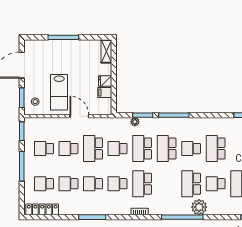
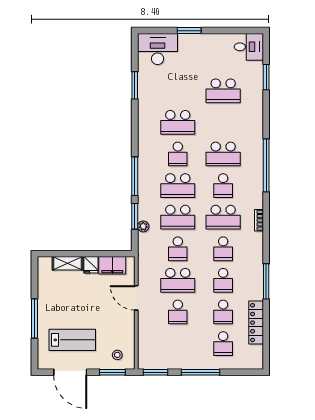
shelving: (106, 51) -> (68, 263), moved
lab bench: (59, 92) -> (72, 340), moved
filing cabinet: (105, 93) -> (112, 265), width x2.00
door: (79, 116) -> (136, 298), hinge flipped
school desk: (44, 149) -> (178, 344), removed
school desk: (216, 184) -> (223, 186), moved
plant: (199, 207) -> (253, 144), removed
locker: (42, 209) -> (256, 323), moved

